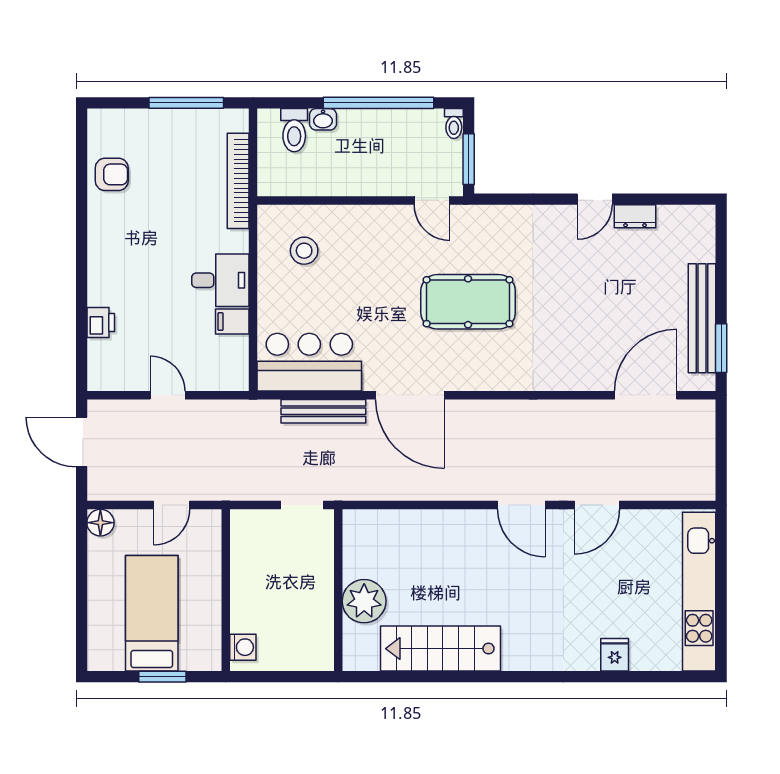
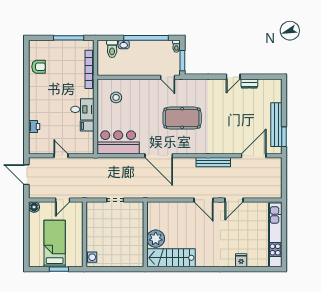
bench: (323, 411) -> (213, 162), moved
wall: (338, 590) -> (145, 234), moved
plant: (364, 601) -> (156, 239), moved

